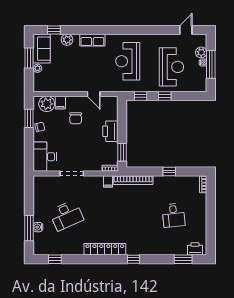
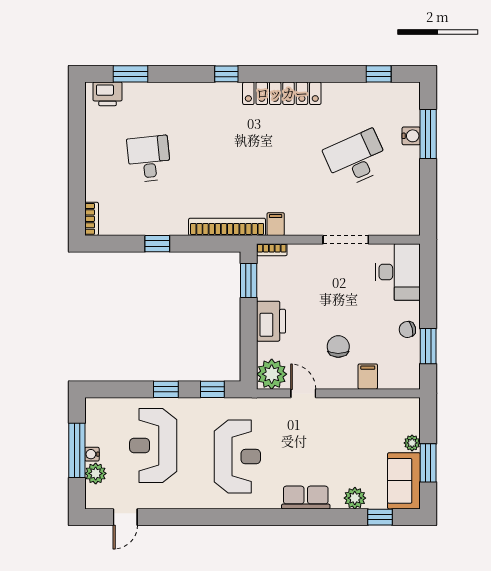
plant: (47, 104) -> (272, 374), moved

